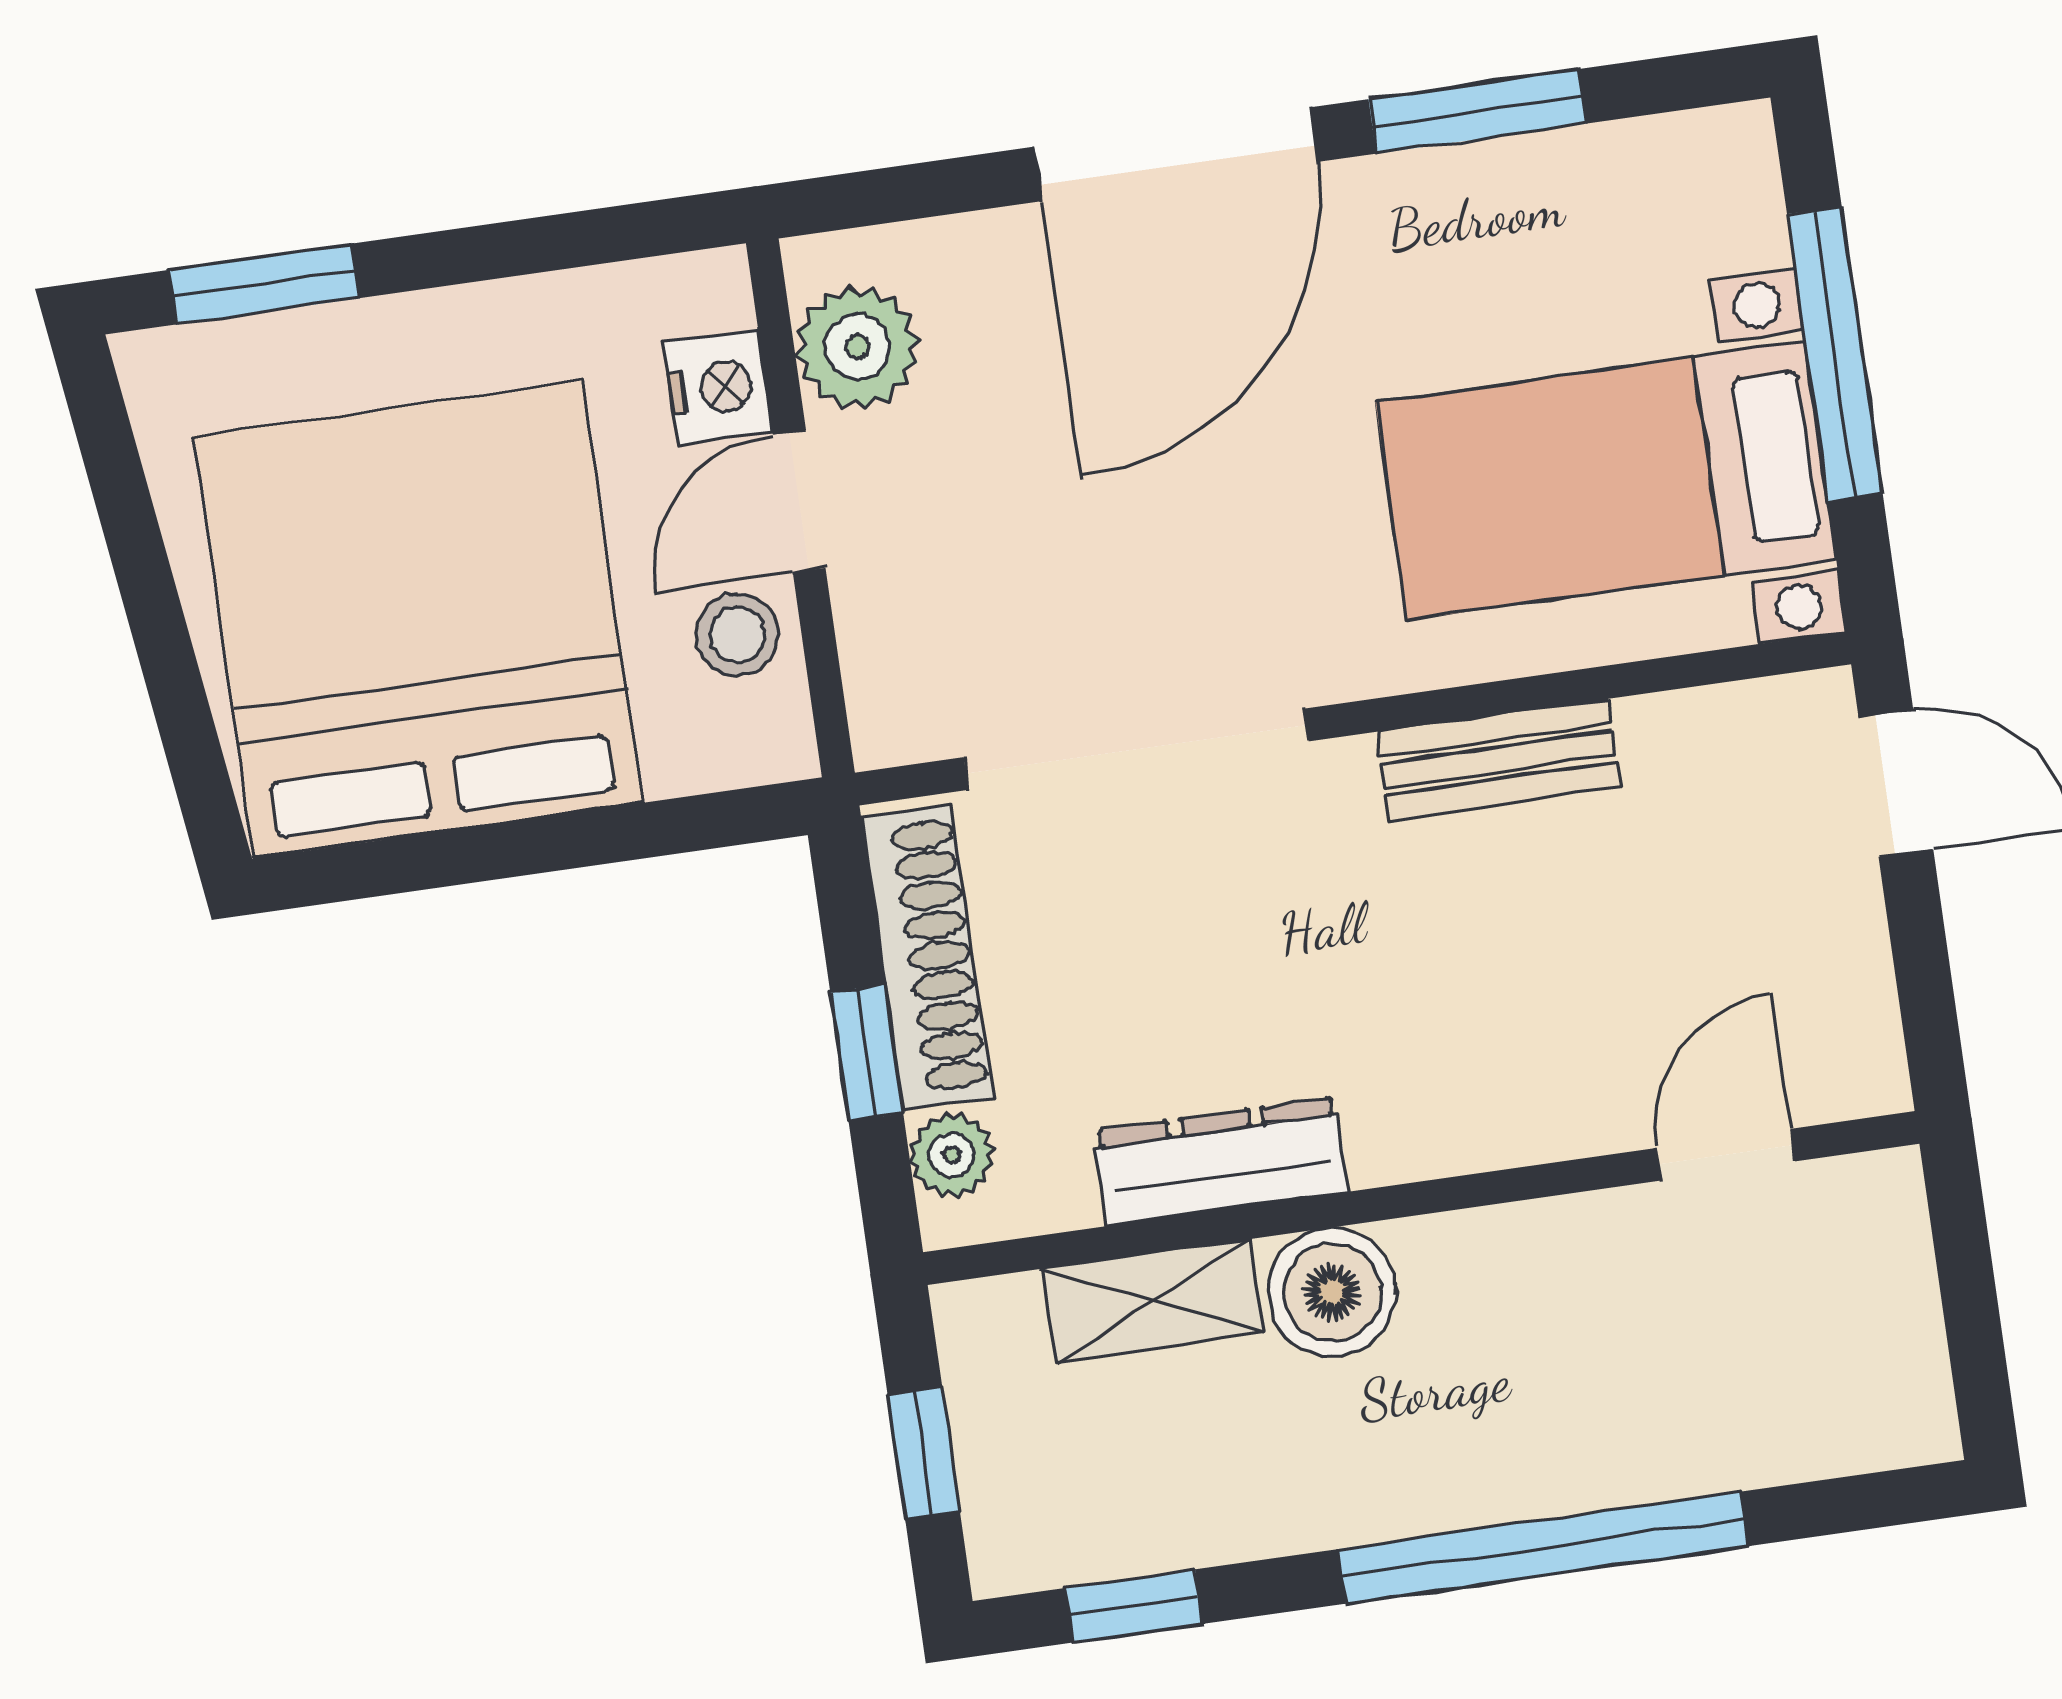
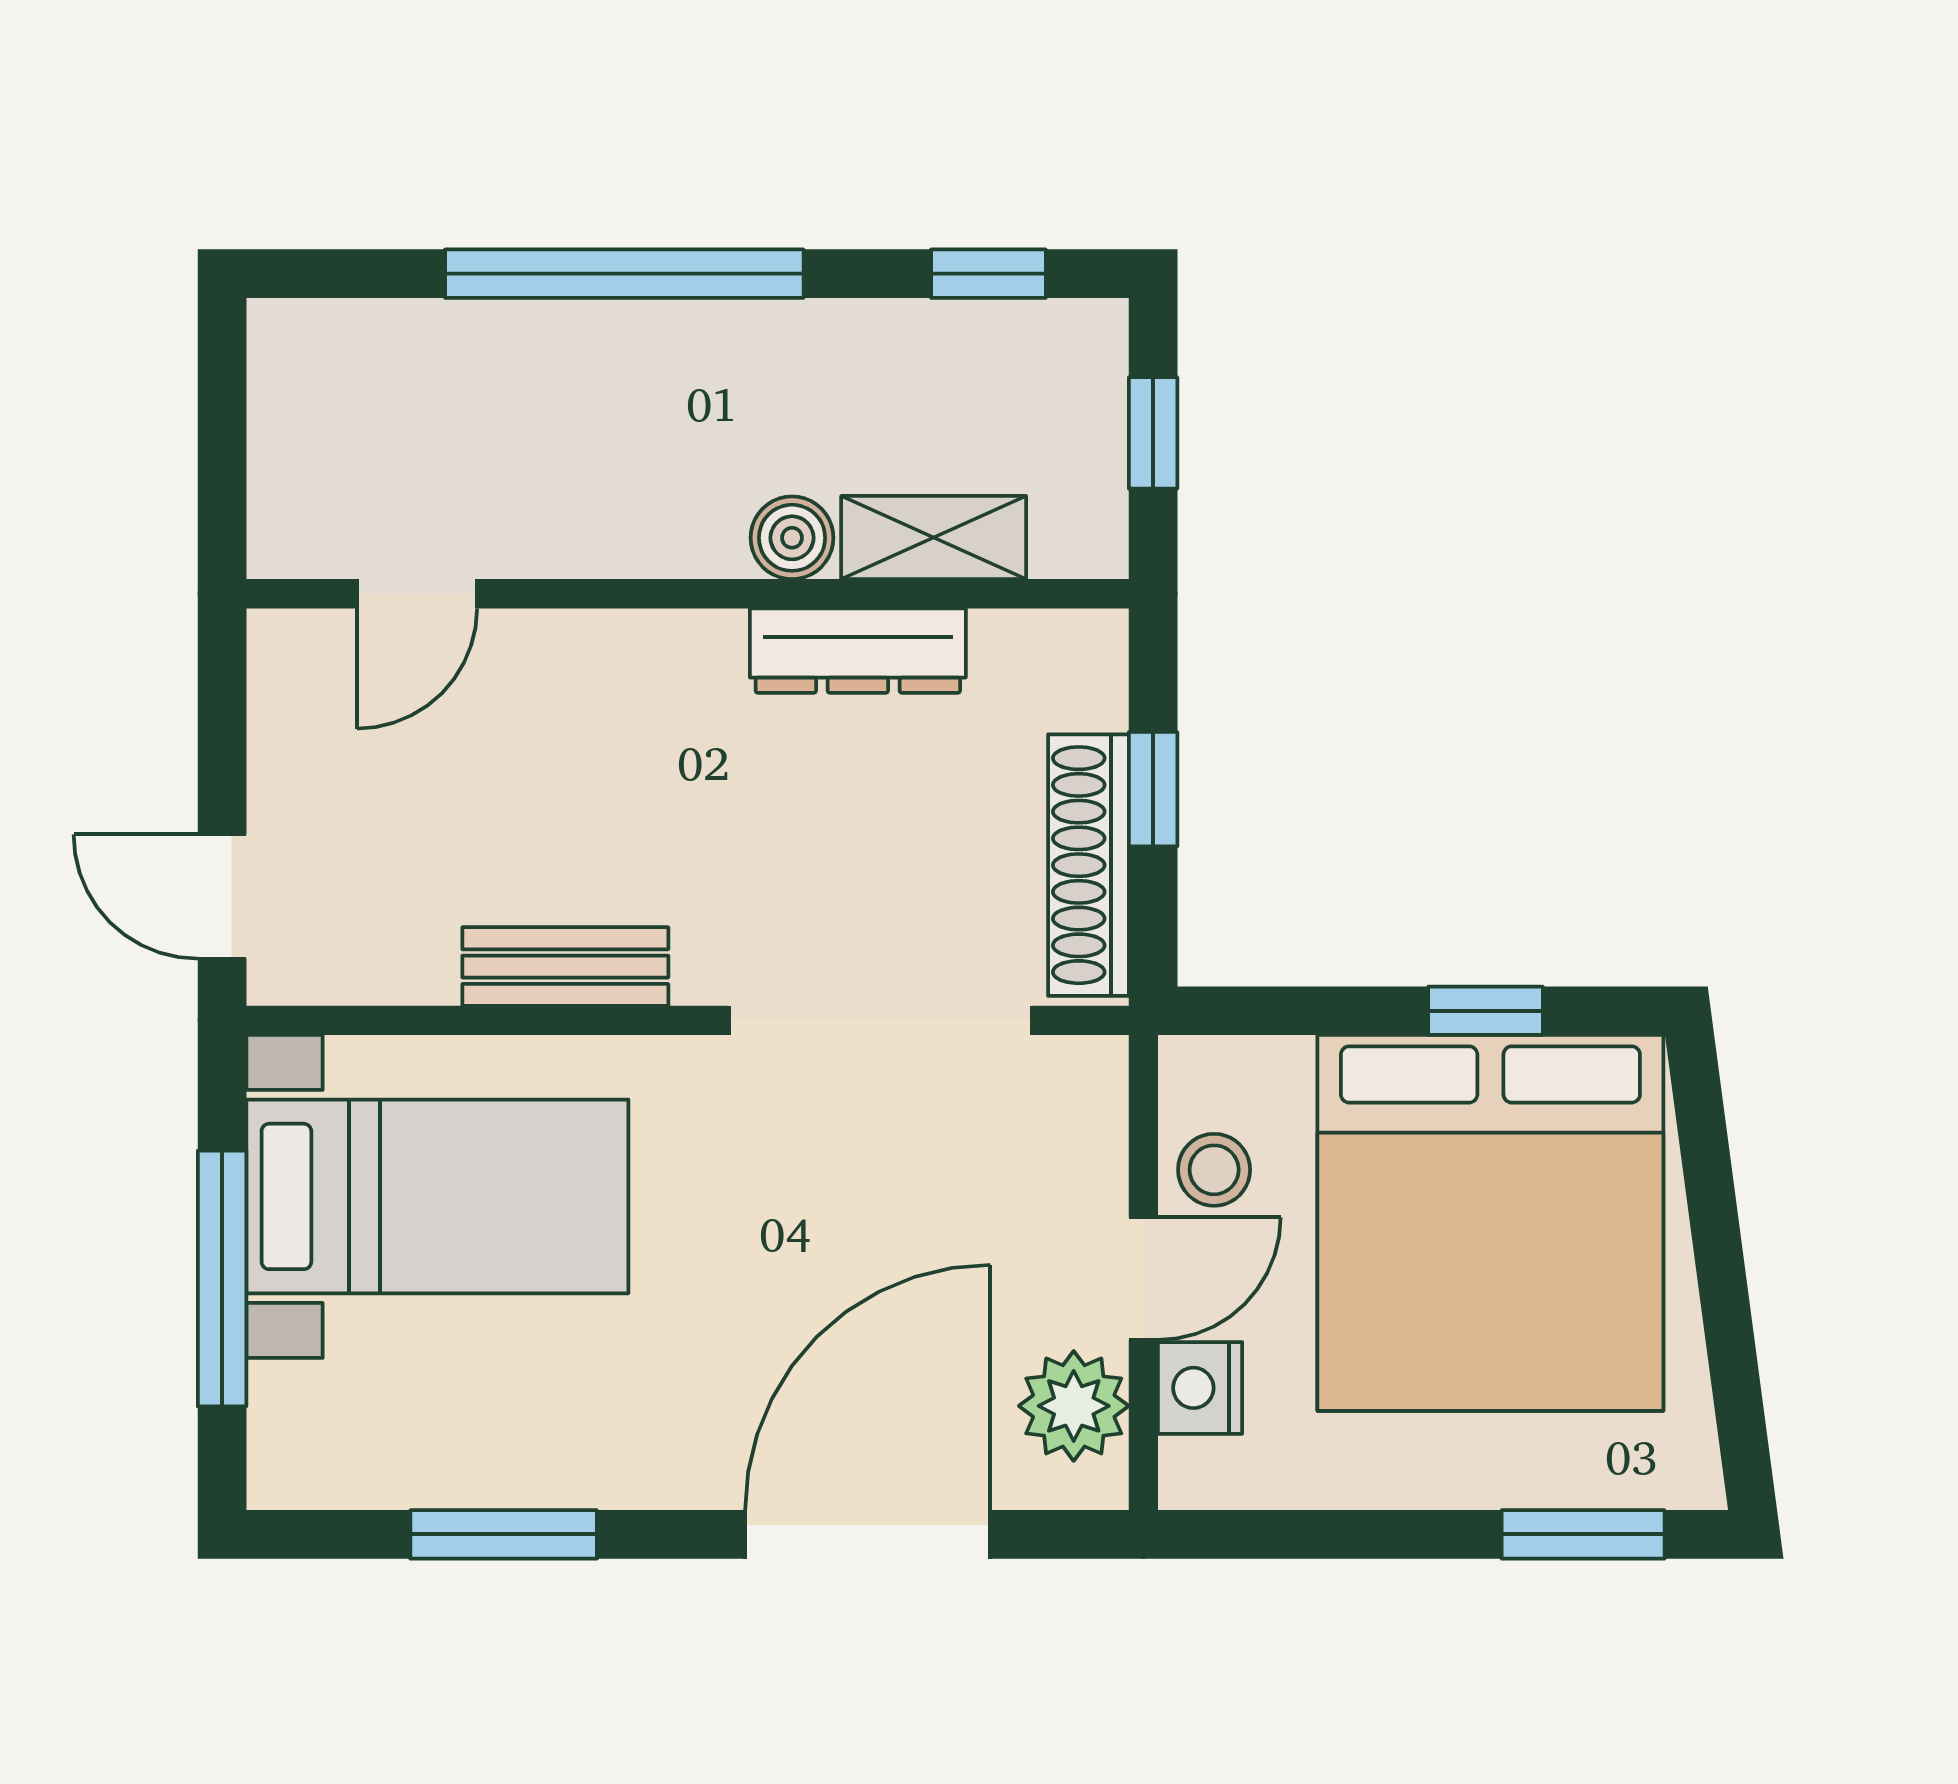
door: (1176, 154) -> (868, 1534), moved
window: (458, 857) -> (1486, 1011), added
plant: (952, 1155) -> (1092, 689), removed
boiler: (1332, 1292) -> (792, 538), width x0.73, depth x0.73

